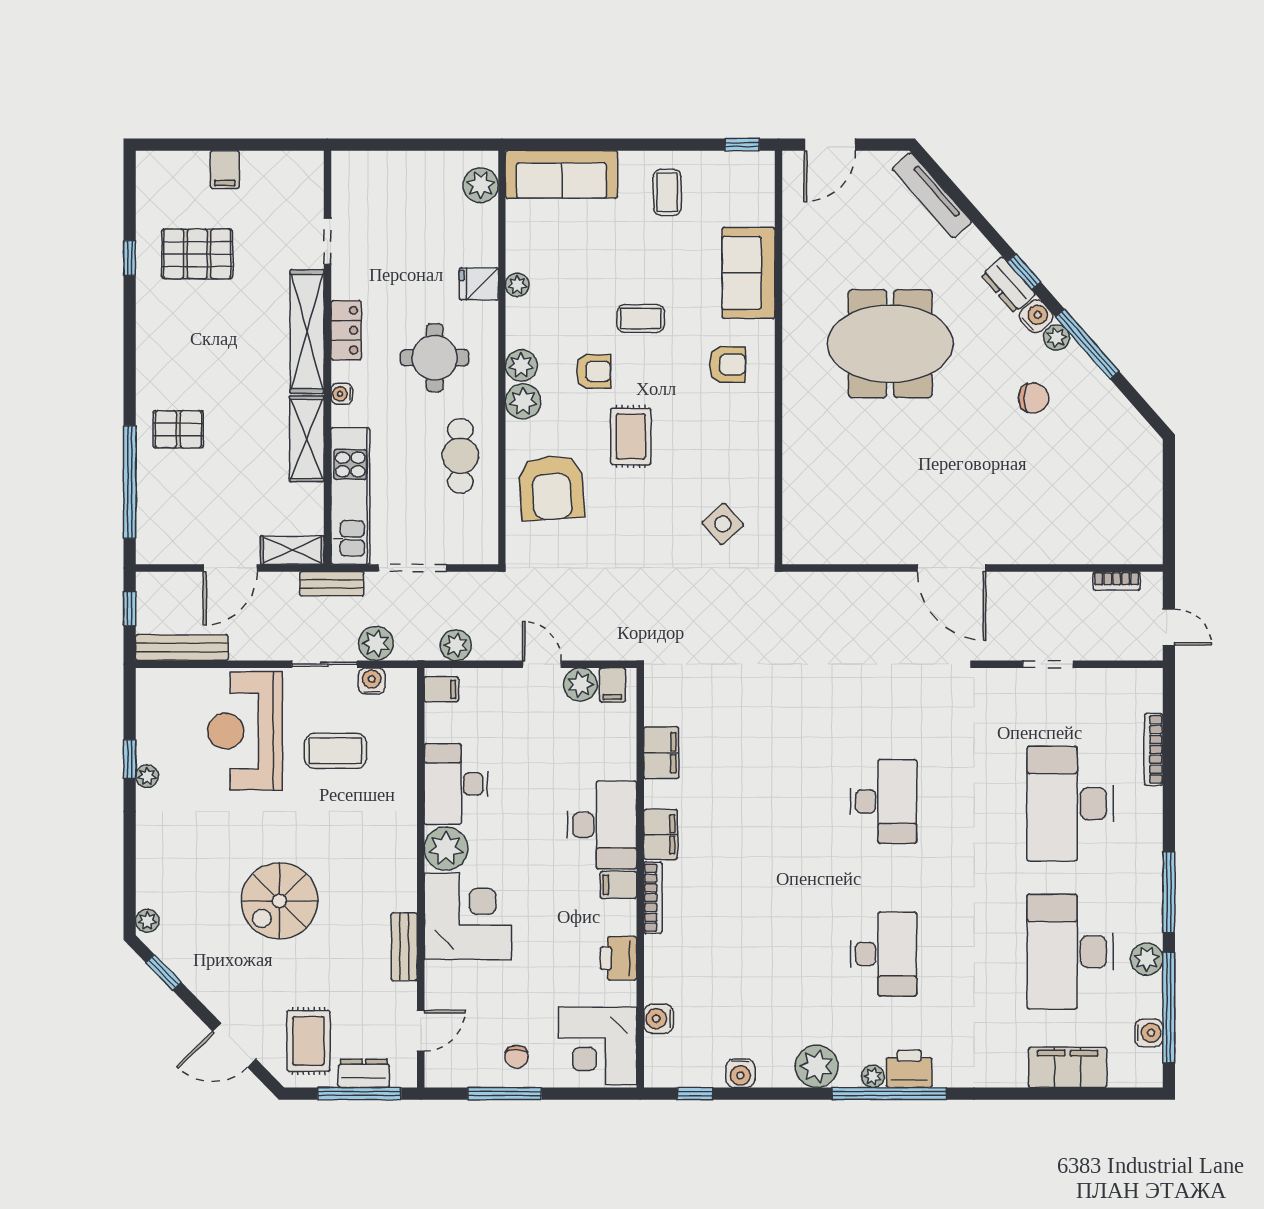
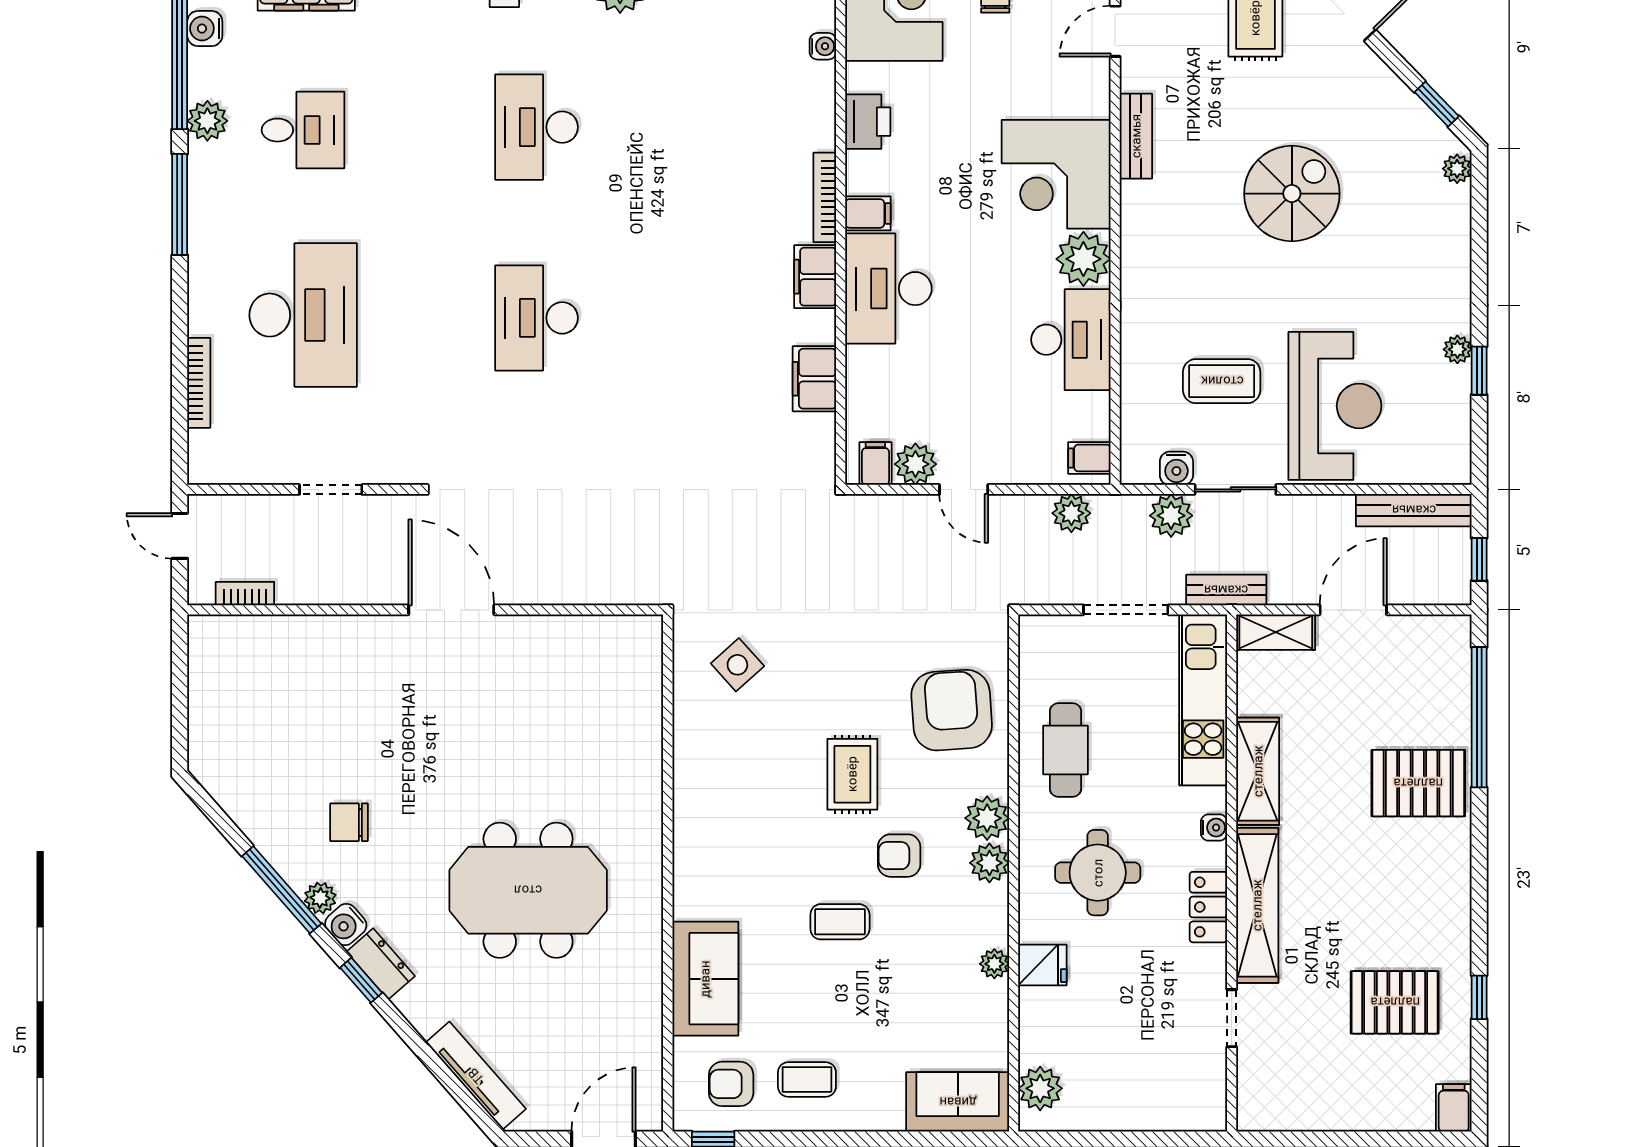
filing cabinet: (225, 170) -> (1454, 1108), moved
sofa: (562, 174) -> (958, 1102), width x0.73
coffee table: (667, 192) -> (807, 1079), turned 90
armchair: (728, 364) -> (731, 1084), moved
pallet: (178, 429) -> (1418, 783), width x1.50, depth x1.42
desk: (1070, 952) -> (303, 130), width x0.53, depth x0.77
water cooler: (659, 1019) -> (823, 46), width x0.72, depth x0.72

